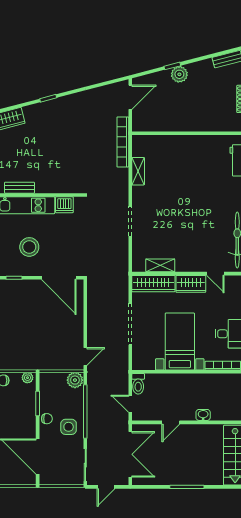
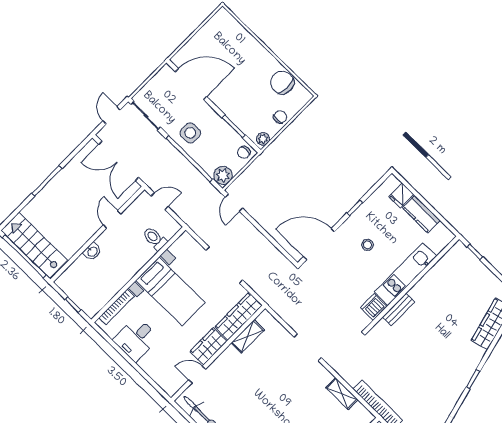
bench: (20, 188) -> (399, 310), moved
stool: (29, 247) -> (368, 245), width x0.53, depth x0.53
toilet: (138, 384) -> (155, 239), moved
chair: (47, 419) -> (244, 152), moved

